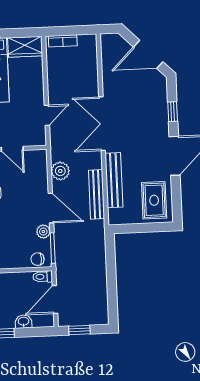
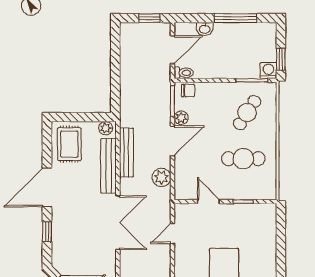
door: (51, 208) -> (172, 141), swing flipped
plant: (118, 218) -> (106, 128), added

